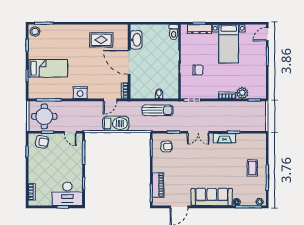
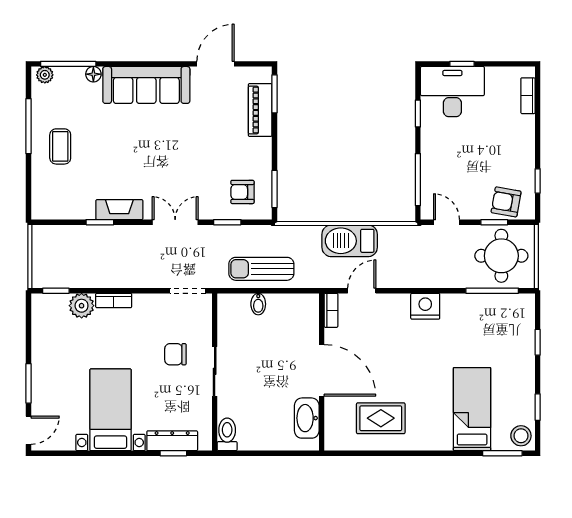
bed: (48, 68) -> (472, 409), moved, turned 90

